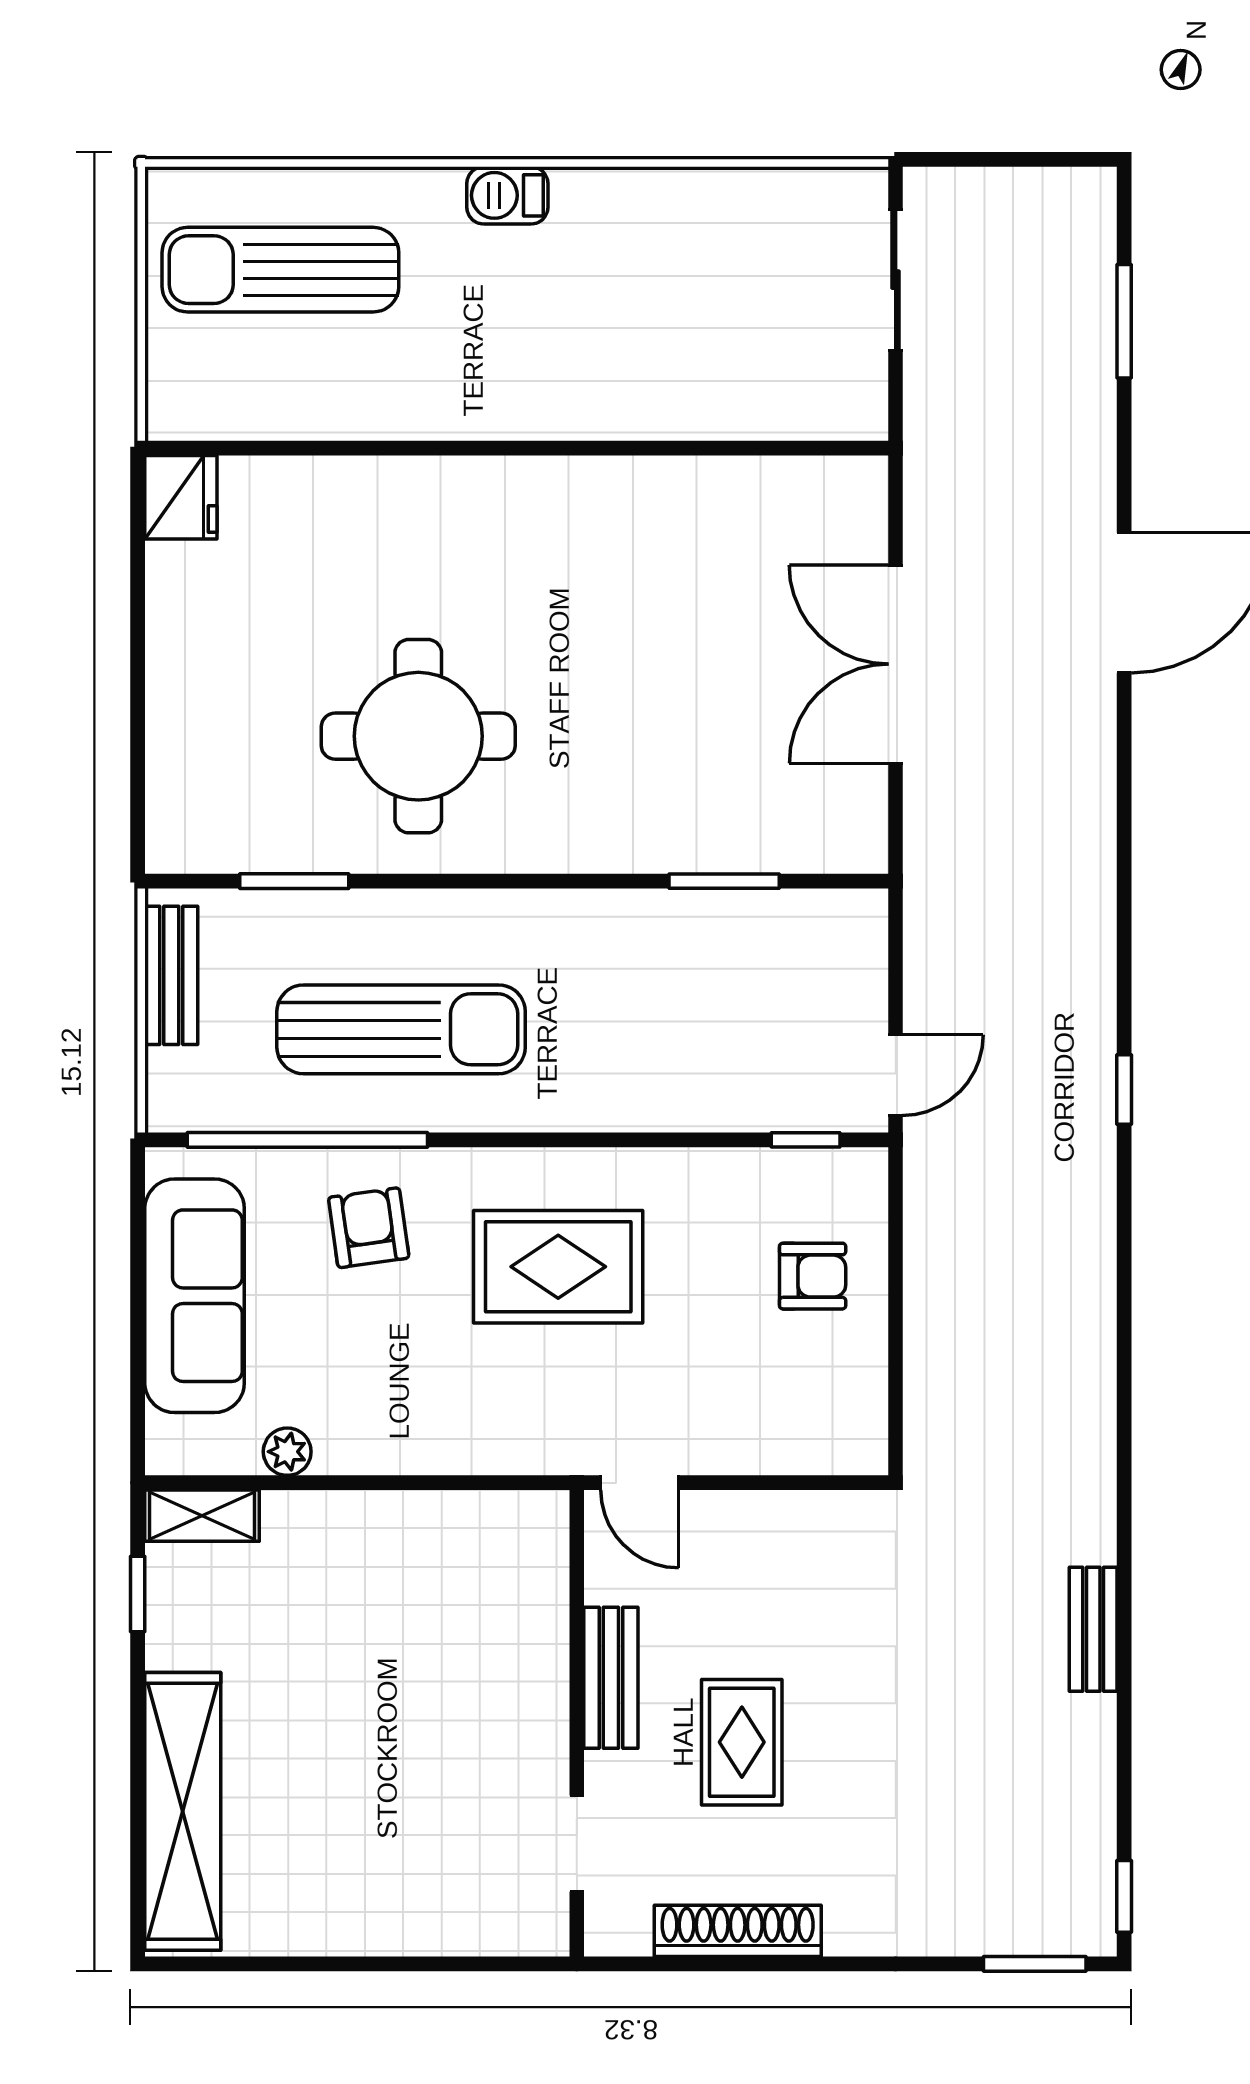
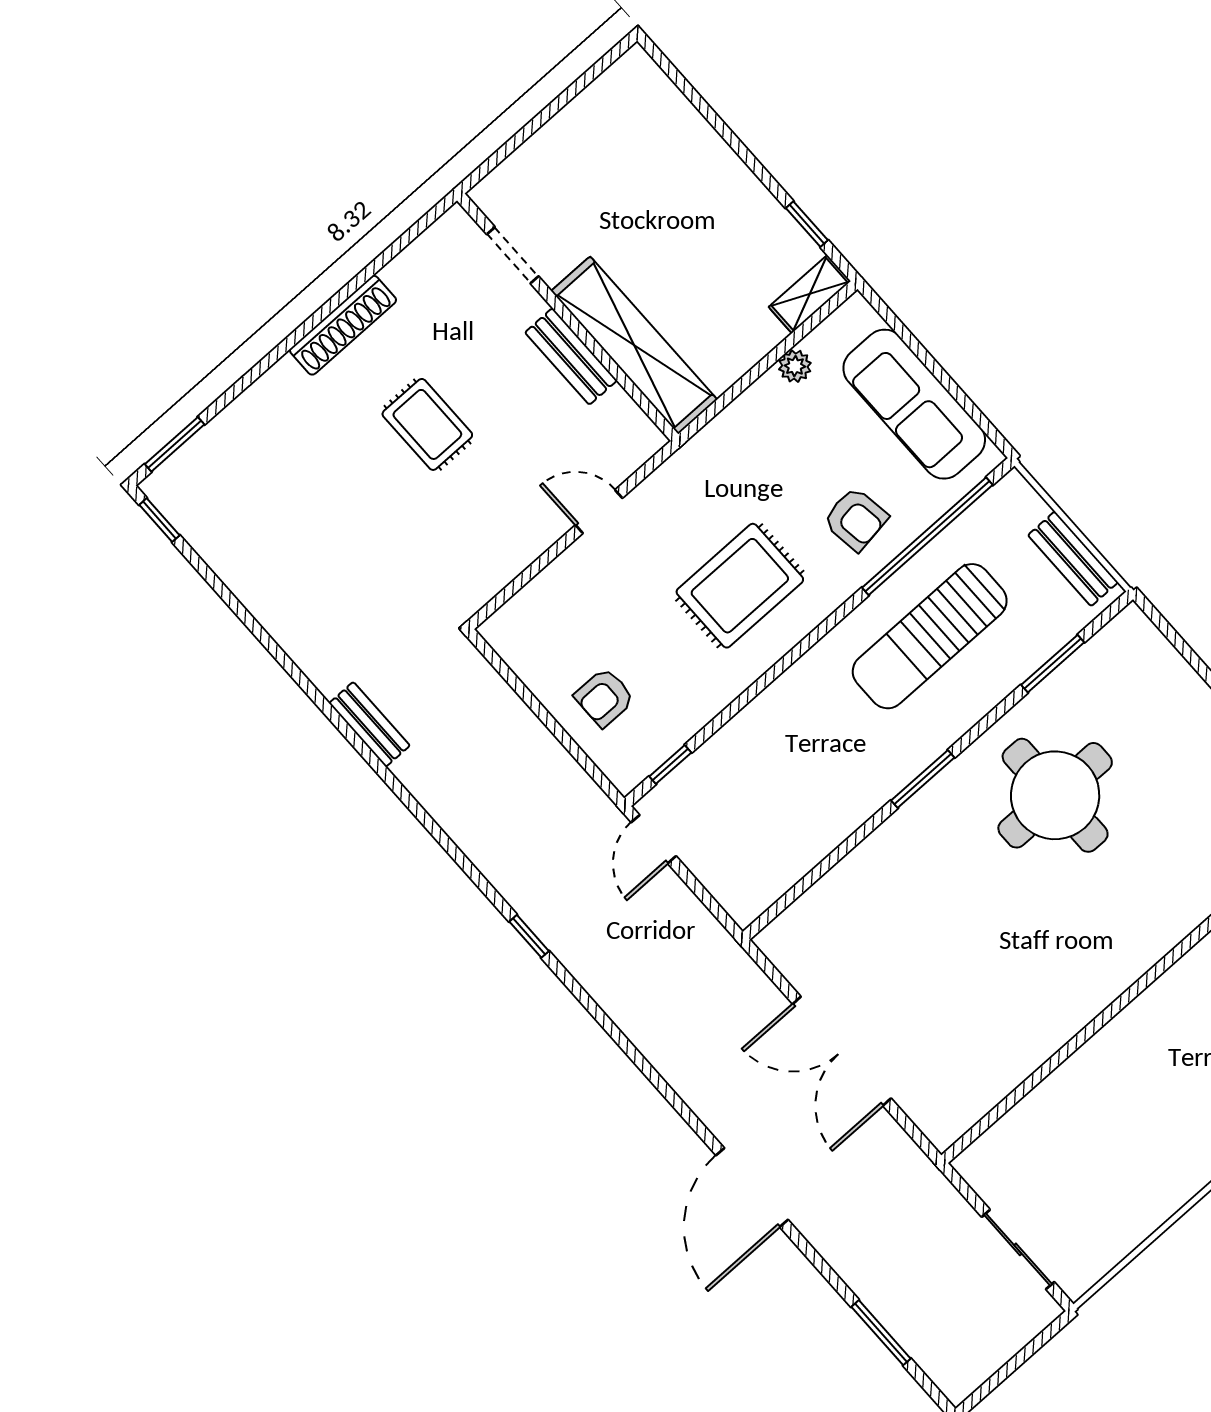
double door: (896, 664) -> (842, 1051), swing flipped
window: (724, 881) -> (923, 779), moved
bench: (1093, 1629) -> (369, 724), moved
bench: (611, 1678) -> (571, 356), moved
wall: (577, 1723) -> (568, 317), moved
shelving: (183, 1811) -> (634, 345), moved
doorway: (577, 1844) -> (513, 255), moved

